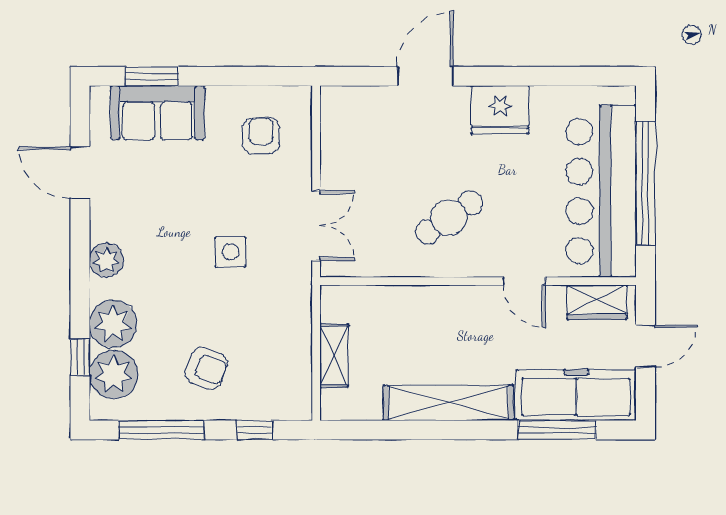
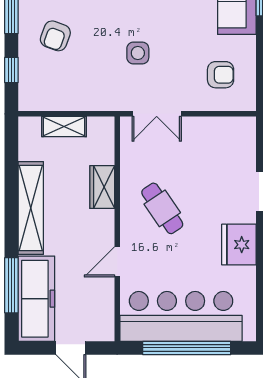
wardrobe: (597, 302) -> (102, 187), moved

